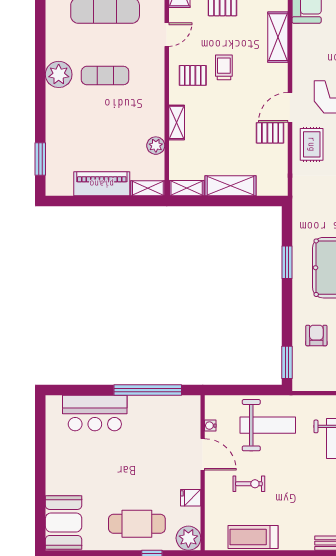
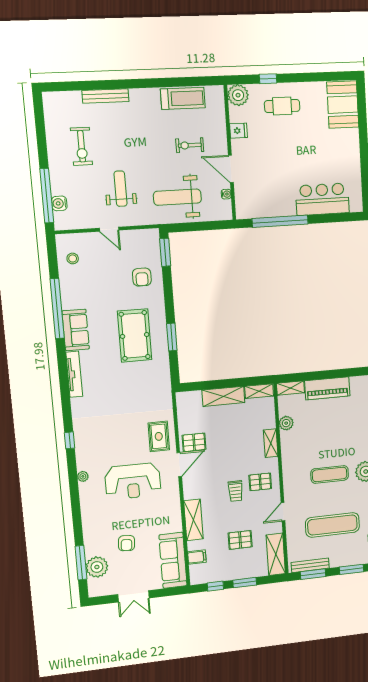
cafe table: (137, 524) -> (282, 106), width x0.73, depth x0.74

